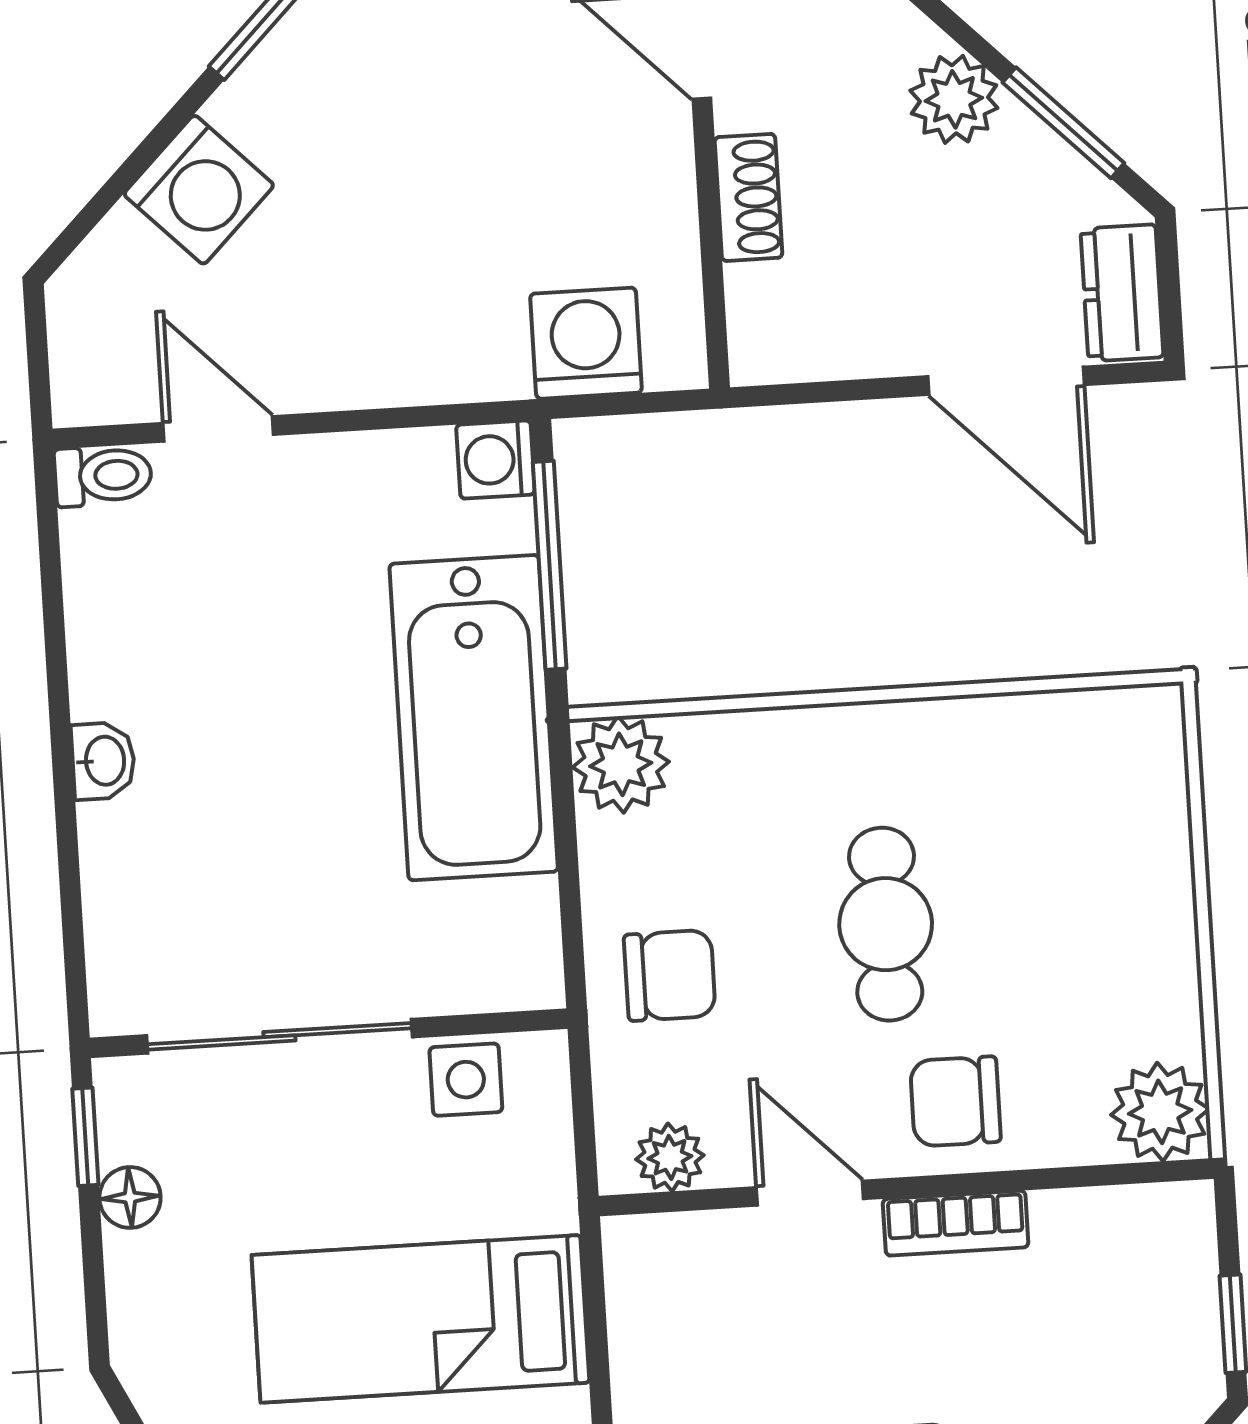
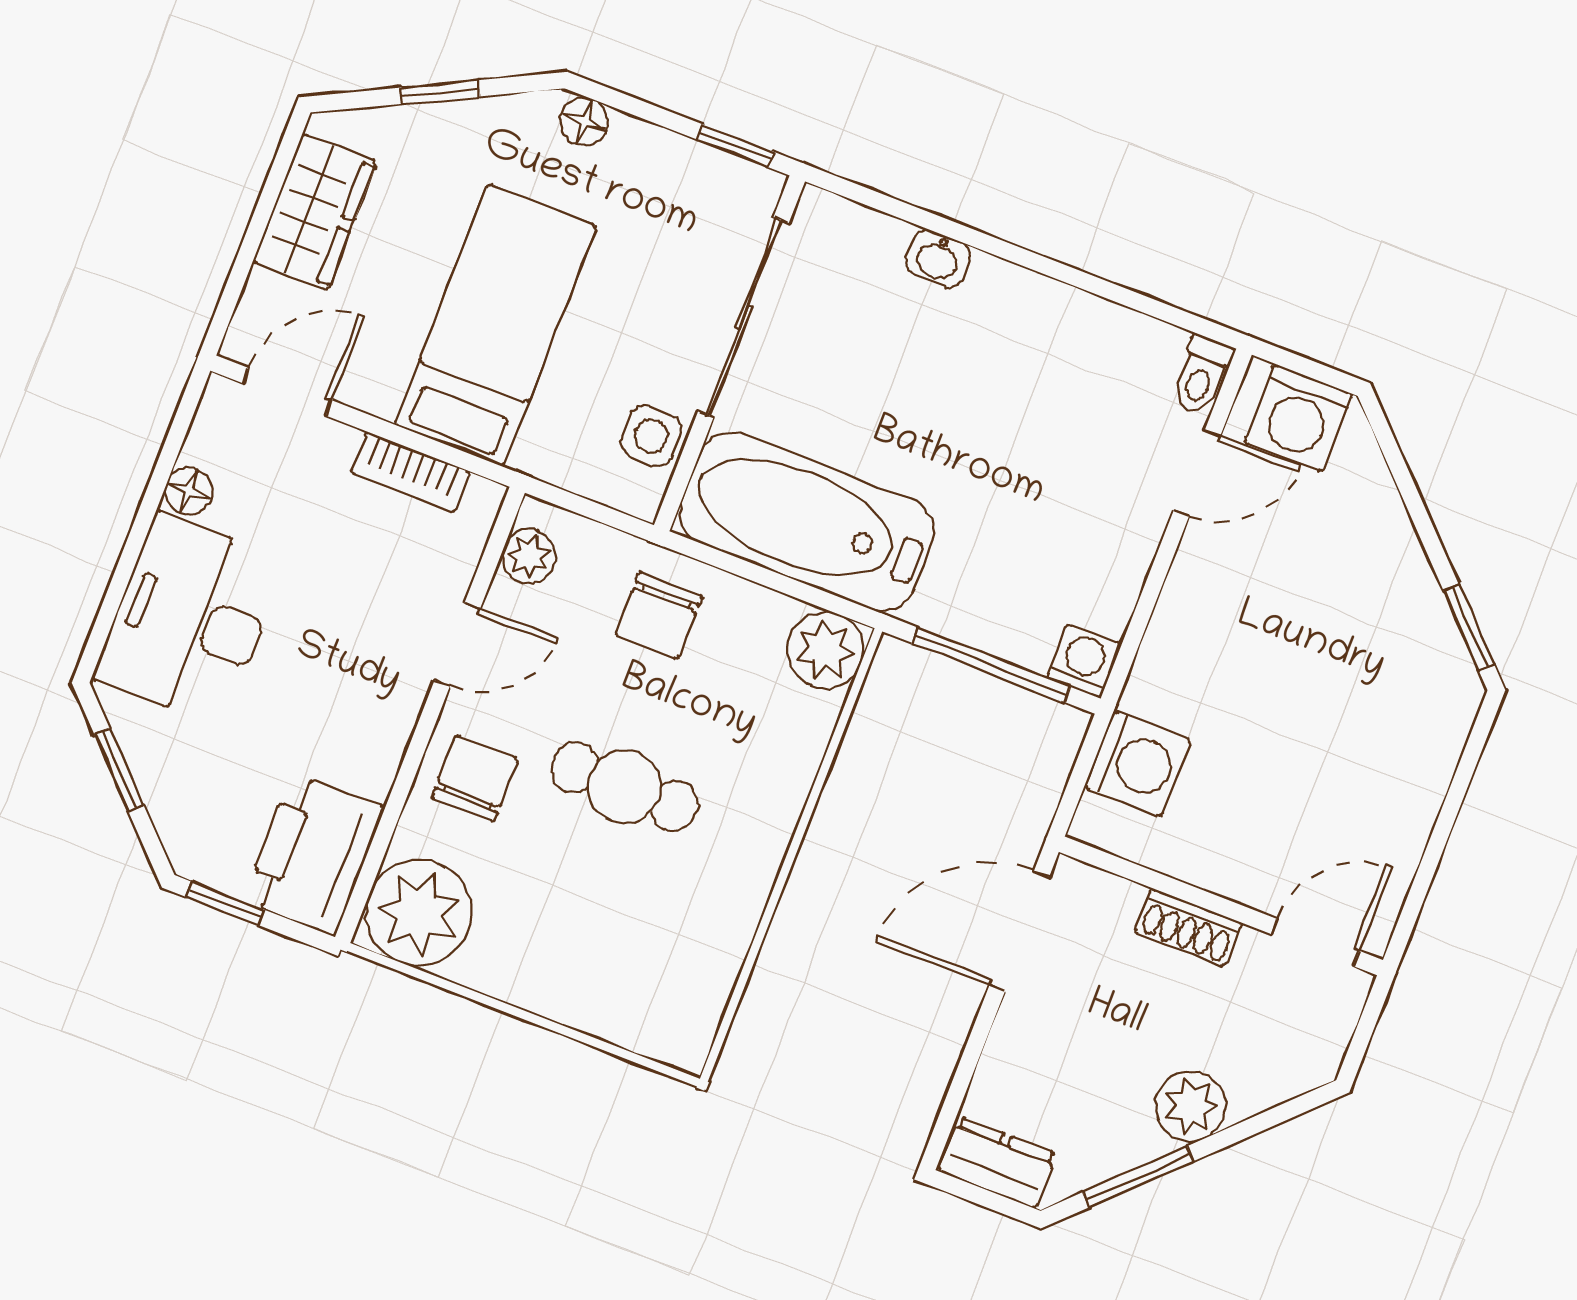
washing machine: (199, 190) -> (1299, 418), moved, turned -45
door: (1006, 381) -> (1019, 931), moved
bathtub: (474, 718) -> (807, 522), moved
washbasin: (103, 761) -> (938, 259), moved
plant: (1160, 1112) -> (419, 913), width x1.36, depth x1.36
floor lamp: (130, 1197) -> (584, 122), moved
bookcase: (956, 1223) -> (410, 472), moved, turned -90
printer: (1129, 1248) -> (314, 854), added

